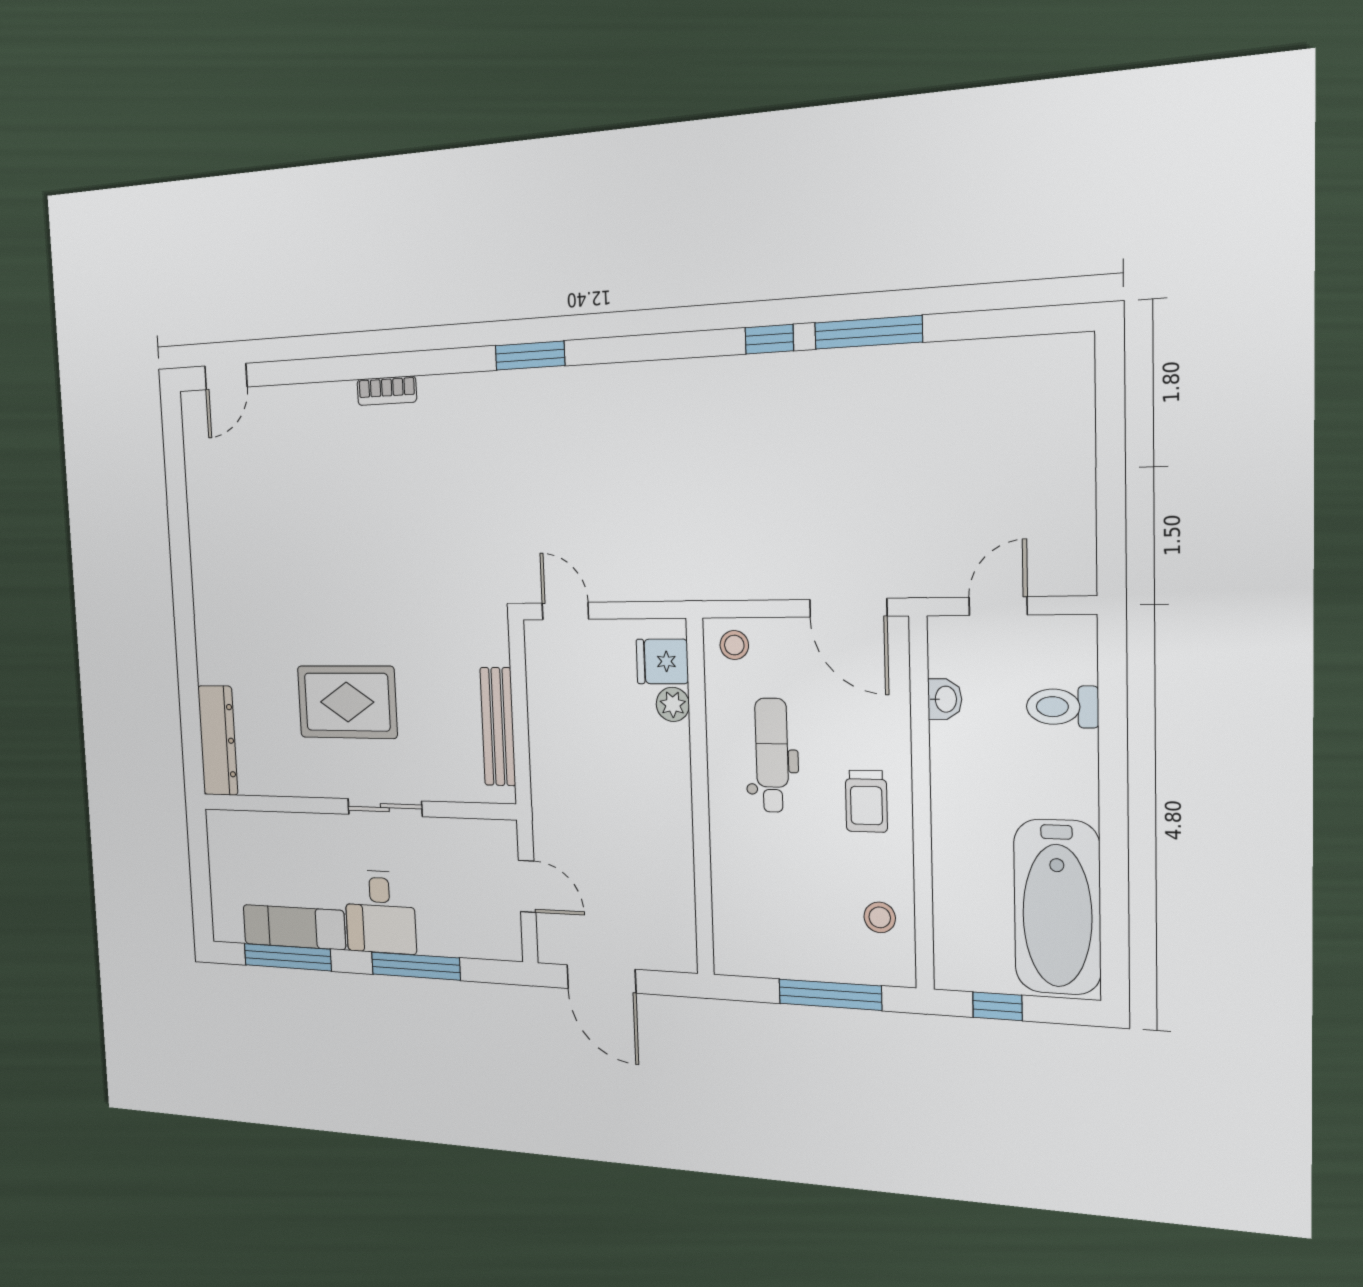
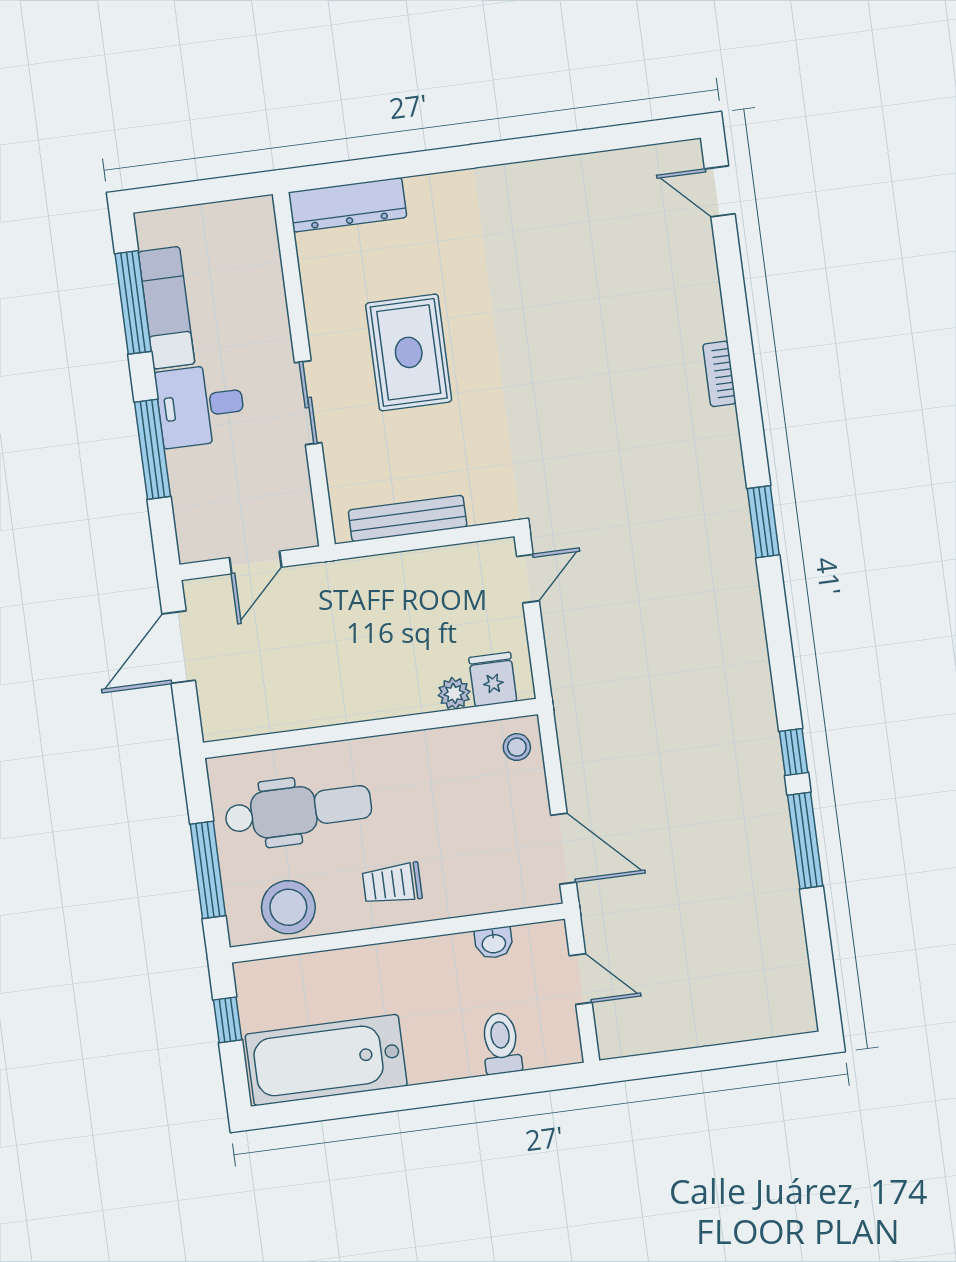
door: (848, 608) -> (563, 849), swing flipped
dental chair: (772, 755) -> (298, 810), moved, width x1.36, depth x1.38
stool: (880, 917) -> (288, 907), width x1.89, depth x1.89

